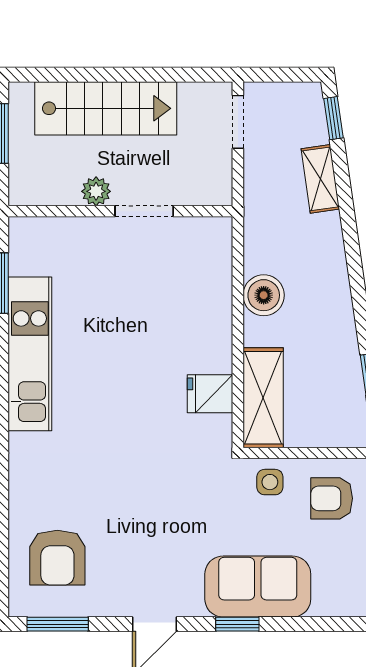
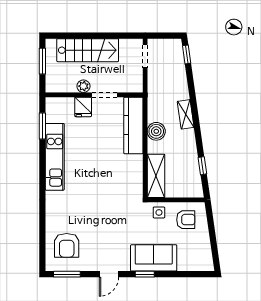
shelving: (320, 179) -> (186, 114), moved
kitchen counter: (211, 282) -> (133, 125), added
fridge: (210, 394) -> (83, 107), moved, turned -90
armchair: (332, 498) -> (186, 220), turned 180

